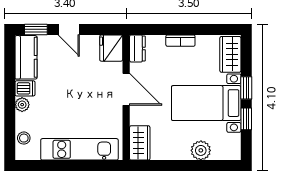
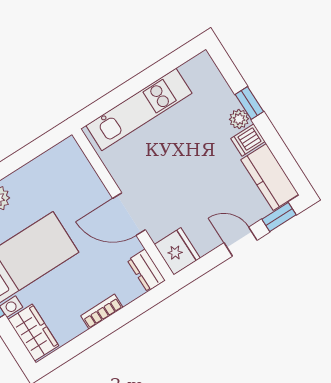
window: (10, 110) -> (249, 103), added
stool: (24, 138) -> (212, 81), removed
wardrobe: (140, 143) -> (73, 162), removed

